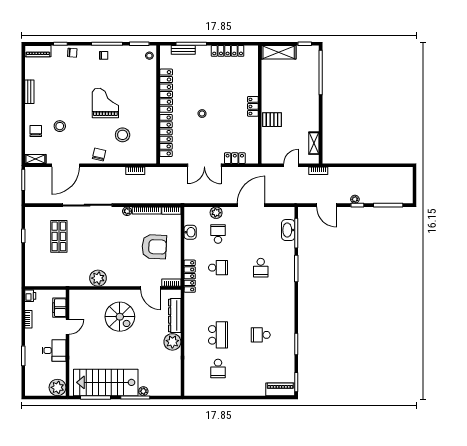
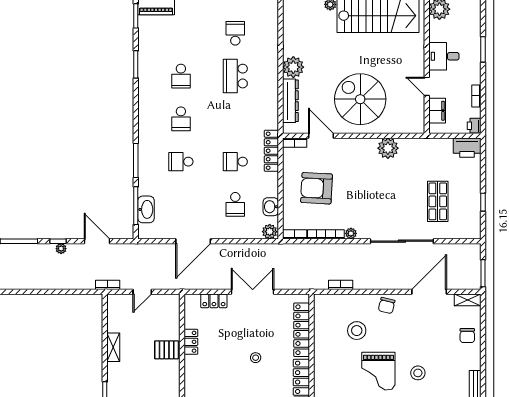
locker: (253, 106) -> (191, 342), moved
stool: (60, 126) -> (418, 373), moved
shelving: (314, 143) -> (113, 347), moved
plant: (216, 213) -> (270, 232), moved
school desk: (261, 268) -> (181, 162), turned -90
printer: (36, 279) -> (467, 148), added
school desk: (261, 301) -> (181, 119), added
spiral stairs: (120, 317) -> (360, 99), width x1.37, depth x1.37
door: (67, 327) -> (427, 86), hinge flipped
school desk: (261, 335) -> (181, 76), turned 90

